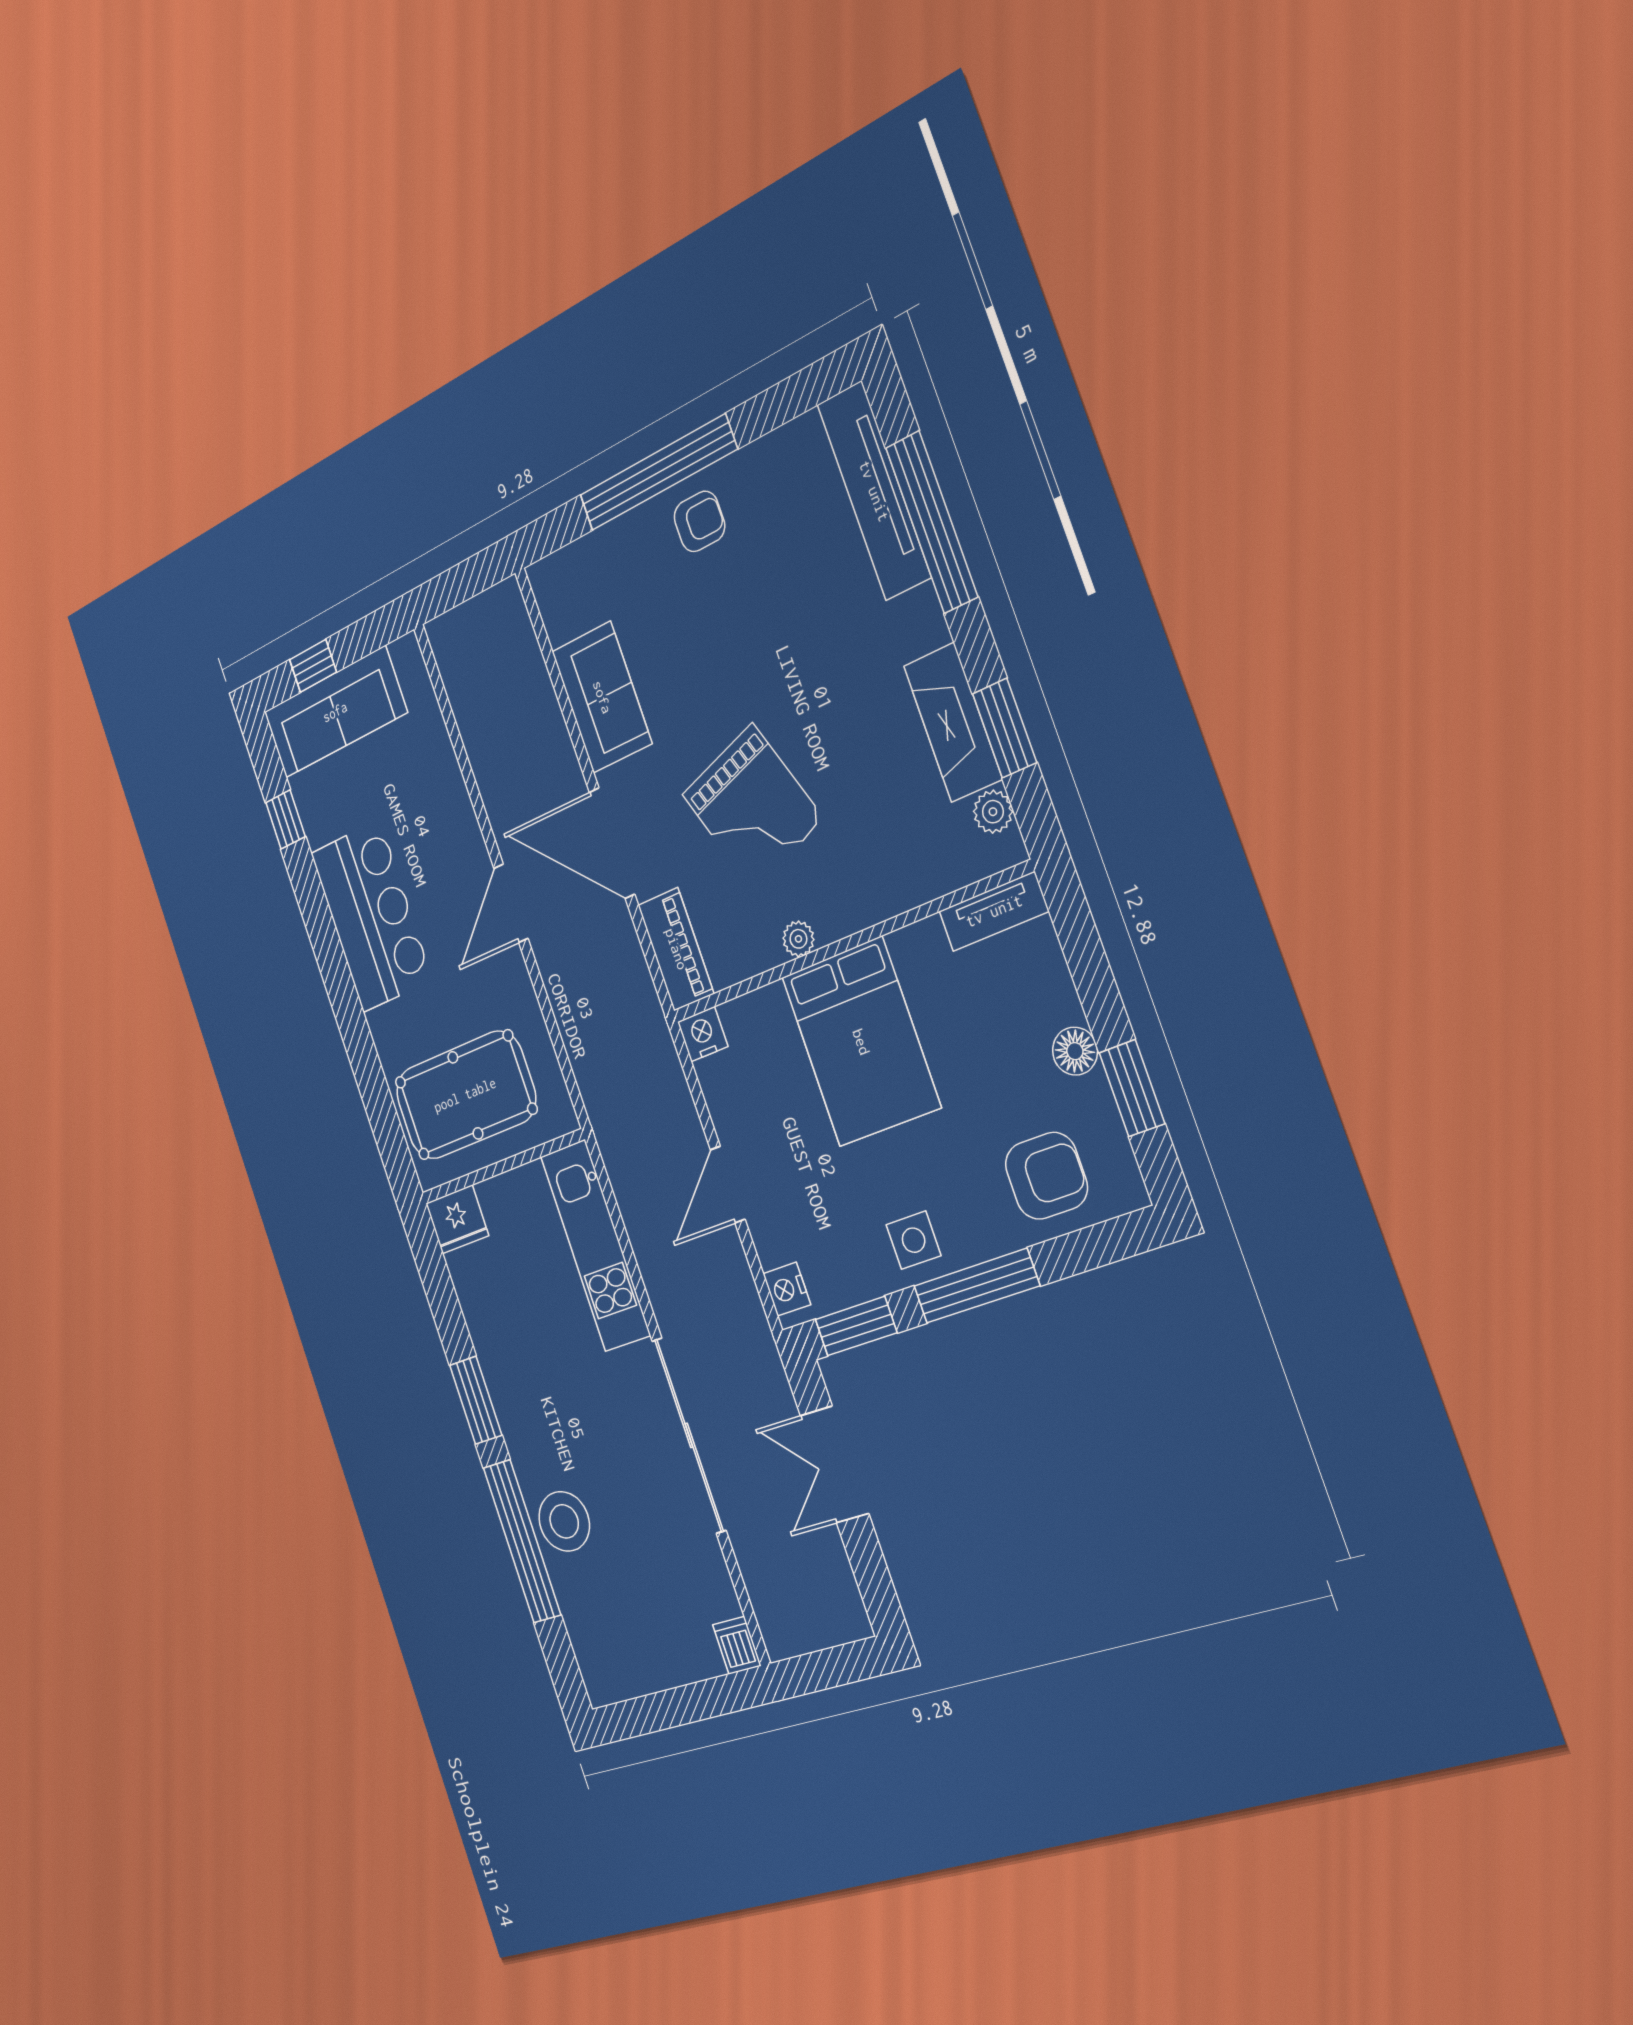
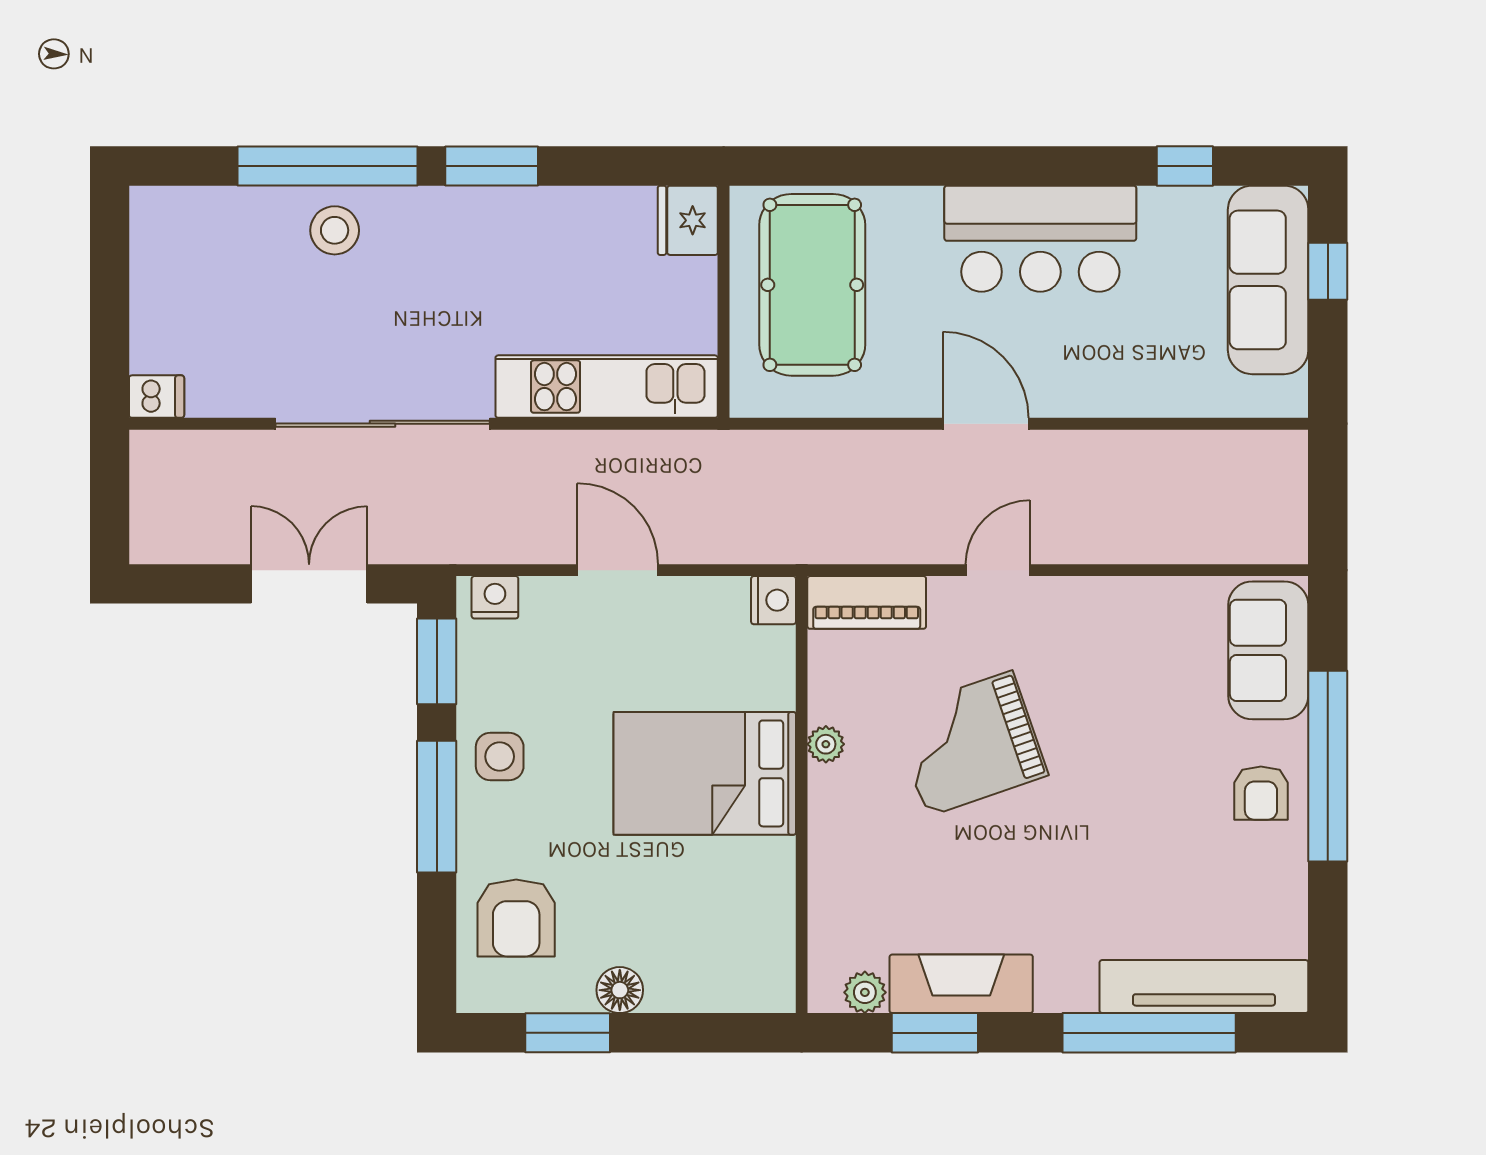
sofa: (602, 697) -> (1268, 650), moved, turned 90
door: (612, 843) -> (998, 570), width x0.53
tv unit: (994, 911) -> (775, 958), removed
stool: (564, 1521) -> (335, 230), width x0.73, depth x0.73

